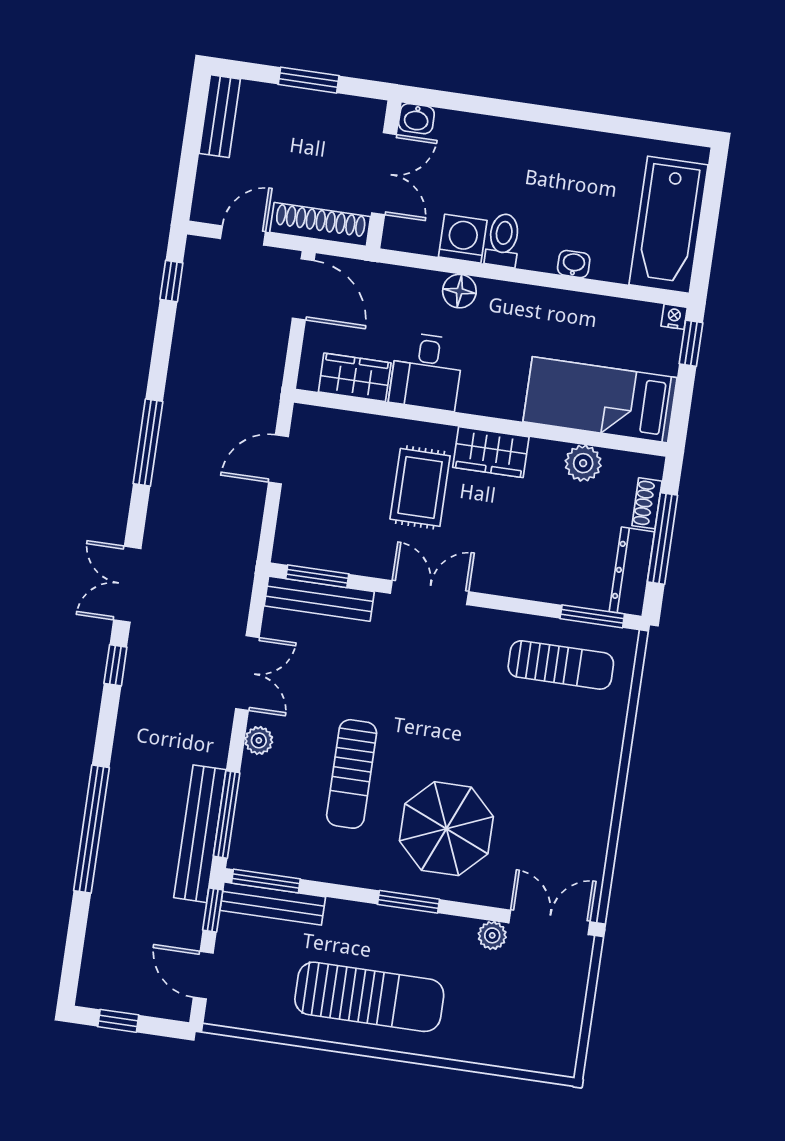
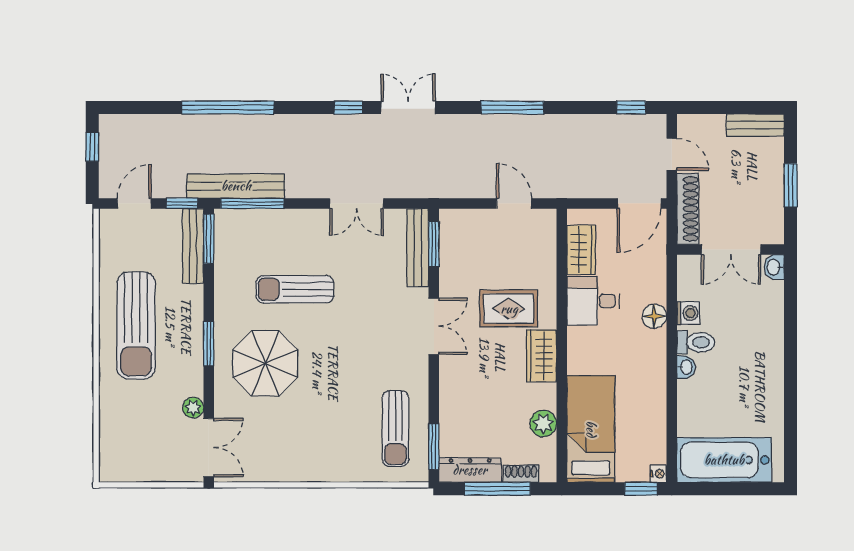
washing machine: (463, 239) -> (688, 313), width x0.73, depth x0.73
washbasin: (574, 264) -> (686, 367), moved
plant: (259, 740) -> (309, 219), removed

